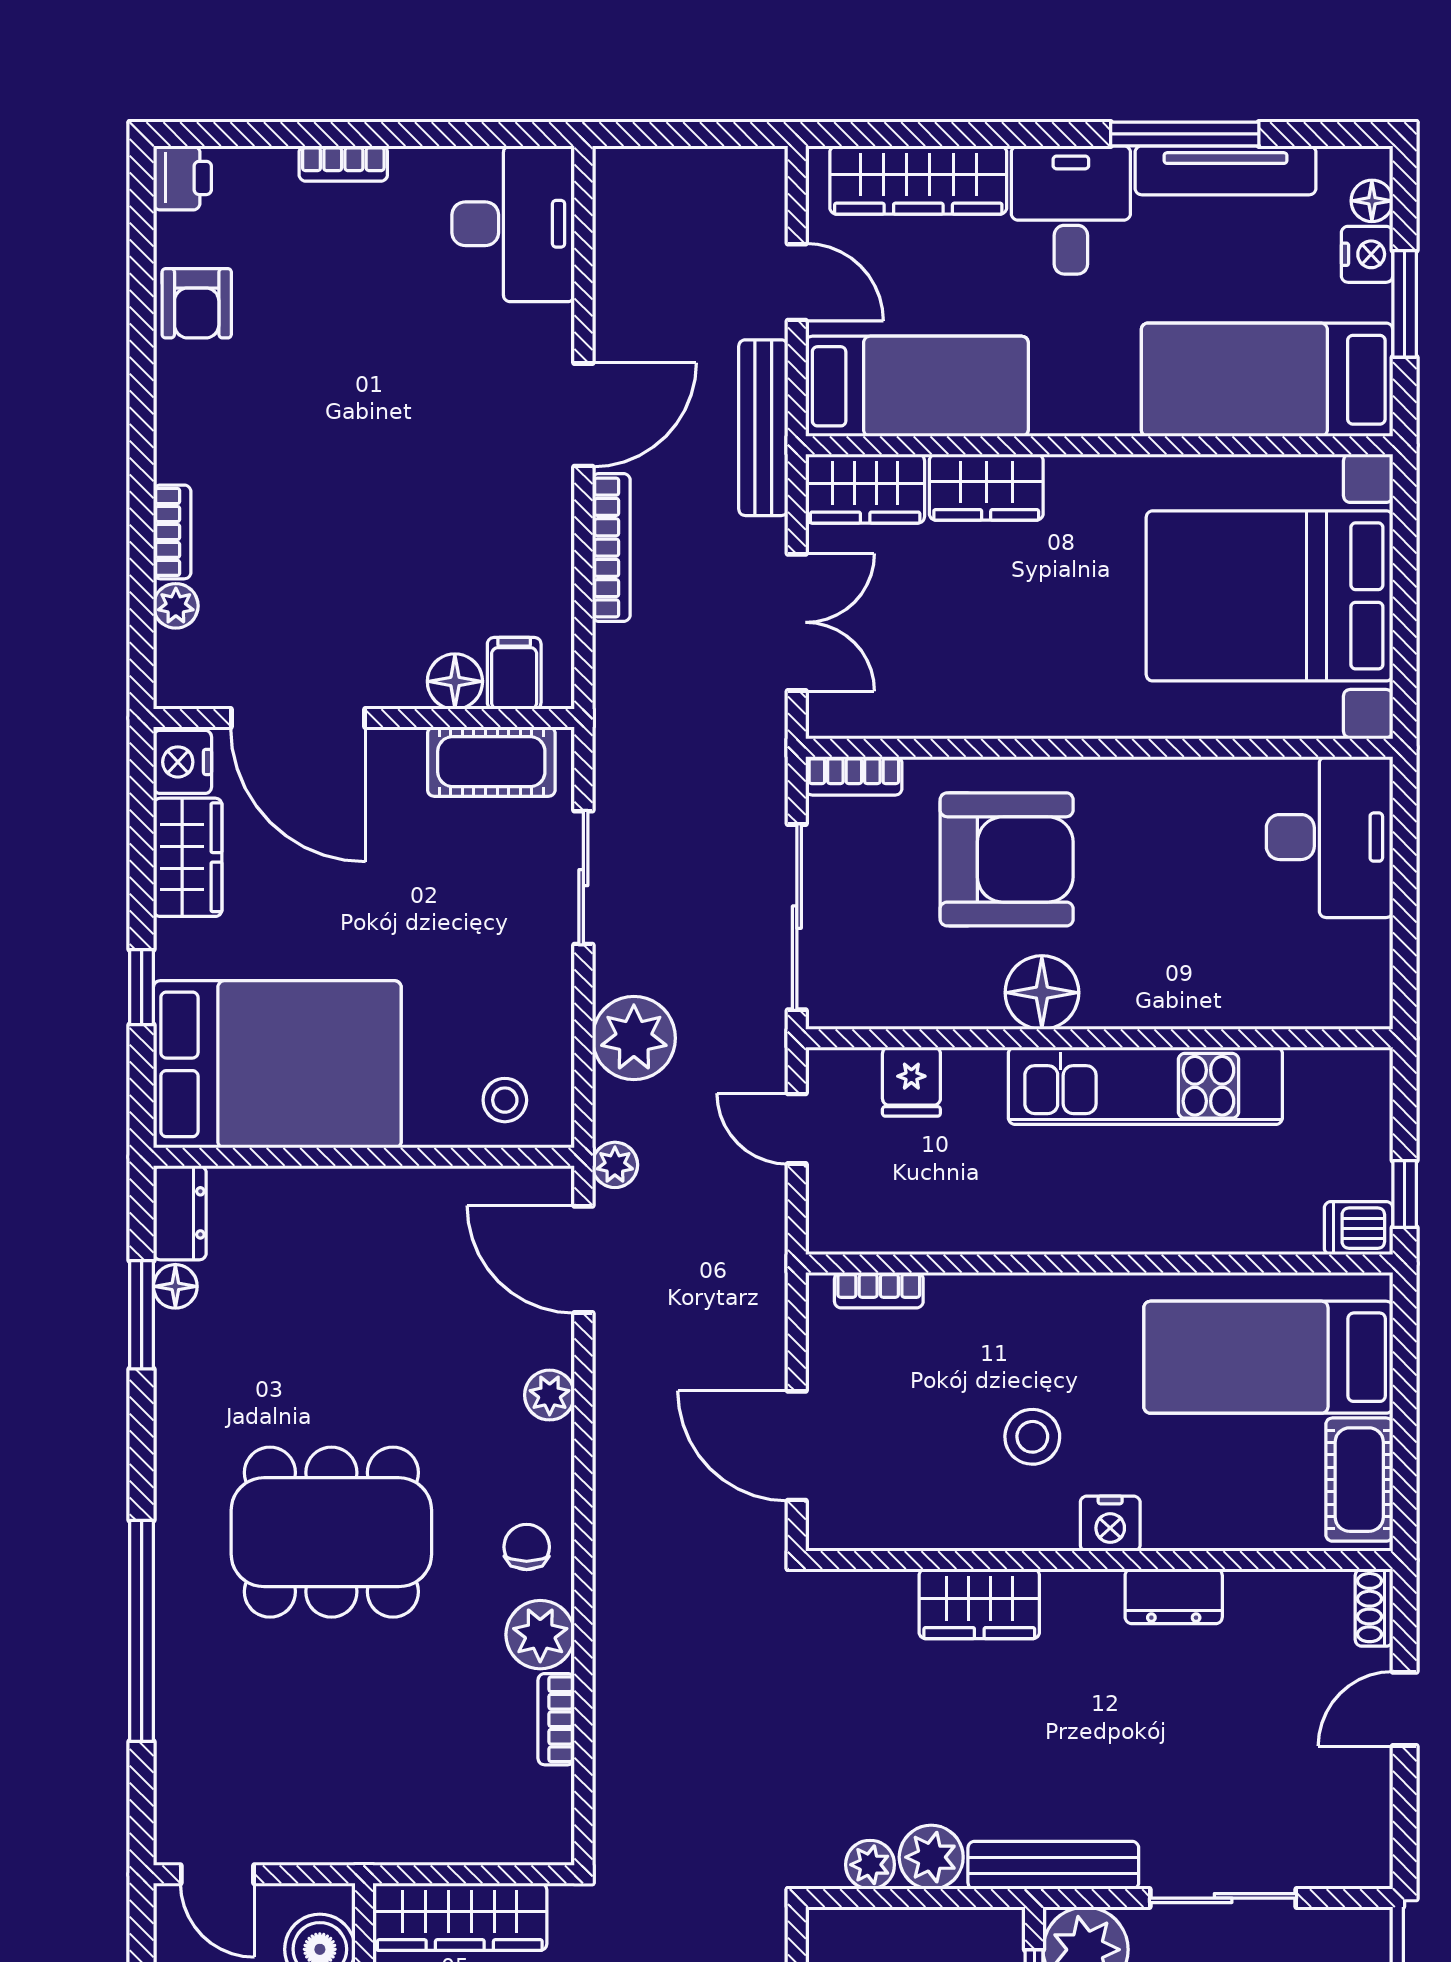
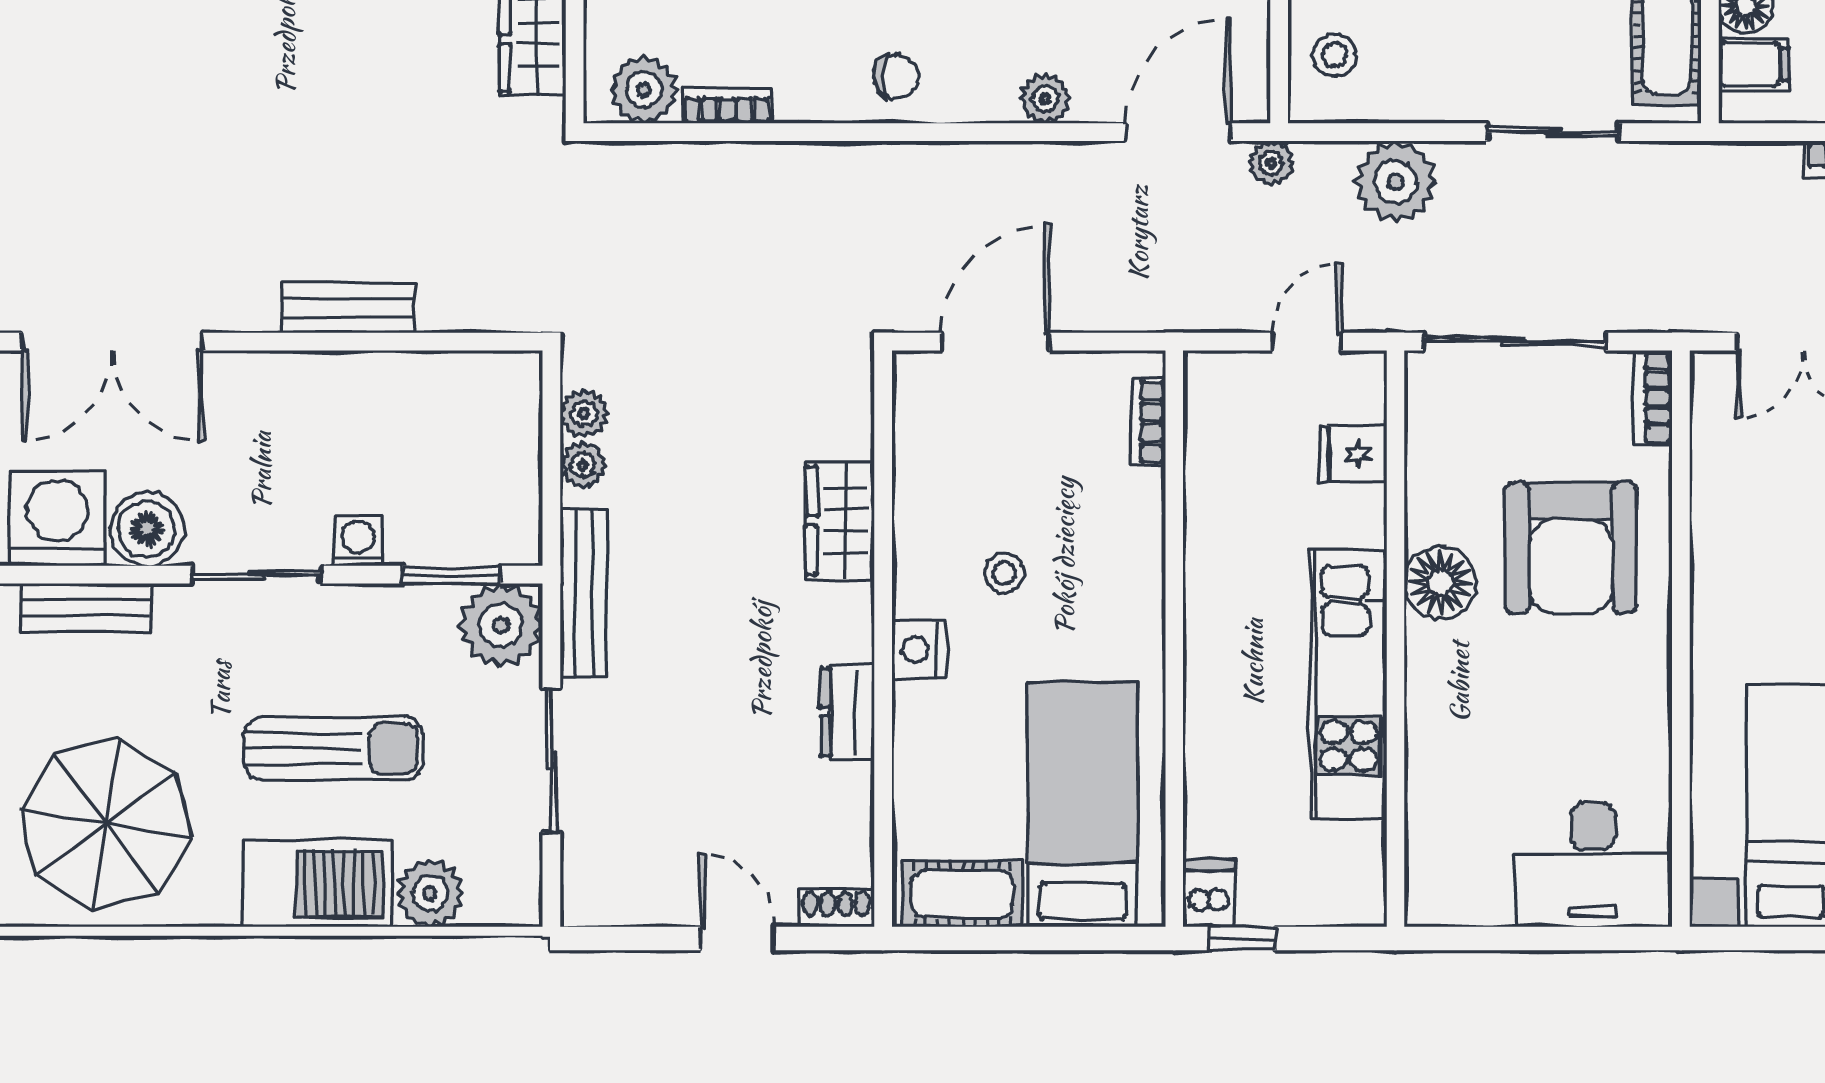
stool: (1032, 1437) -> (1004, 573), width x0.73, depth x0.73
plant: (540, 1635) -> (644, 90), moved
plant: (931, 1857) -> (583, 465), width x0.73, depth x0.73

